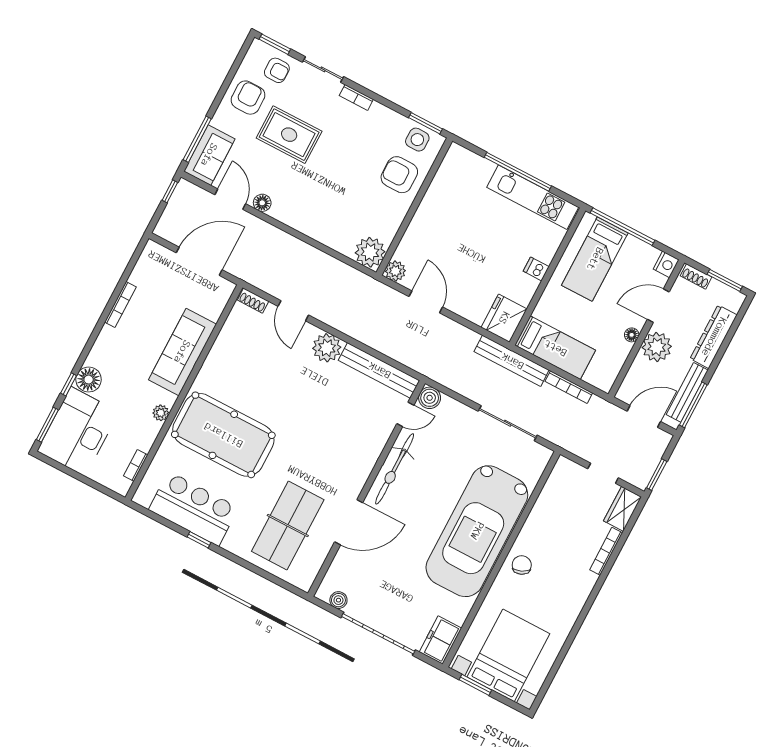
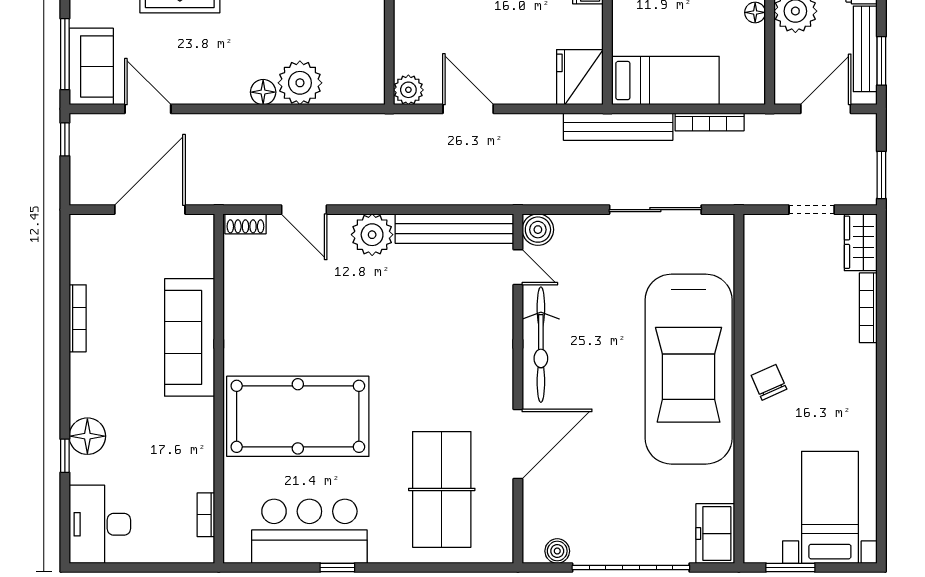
floor lamp: (262, 203) -> (263, 92), moved
plant: (370, 252) -> (300, 83), moved
window: (693, 405) -> (881, 61), width x0.69
plant: (161, 413) -> (203, 430), removed
door: (405, 414) -> (518, 267), hinge flipped
window: (47, 425) -> (65, 522), removed
desk: (78, 432) -> (100, 524), width x0.73, depth x0.77
bed with nightstands: (508, 655) -> (830, 507), width x0.73

